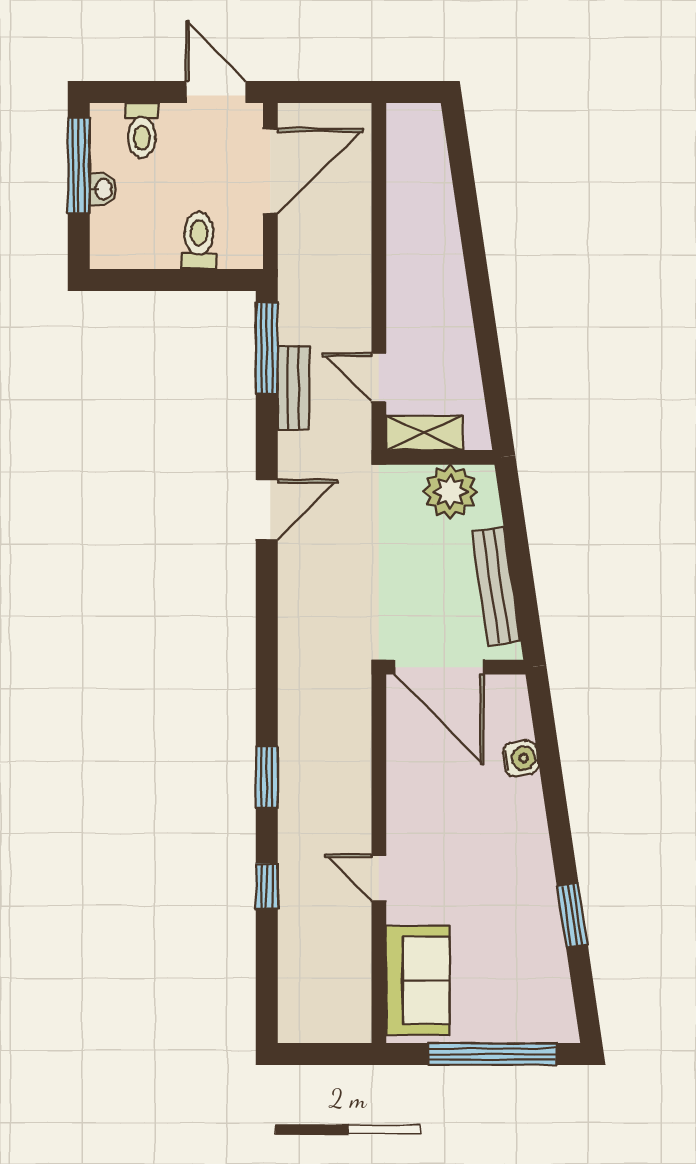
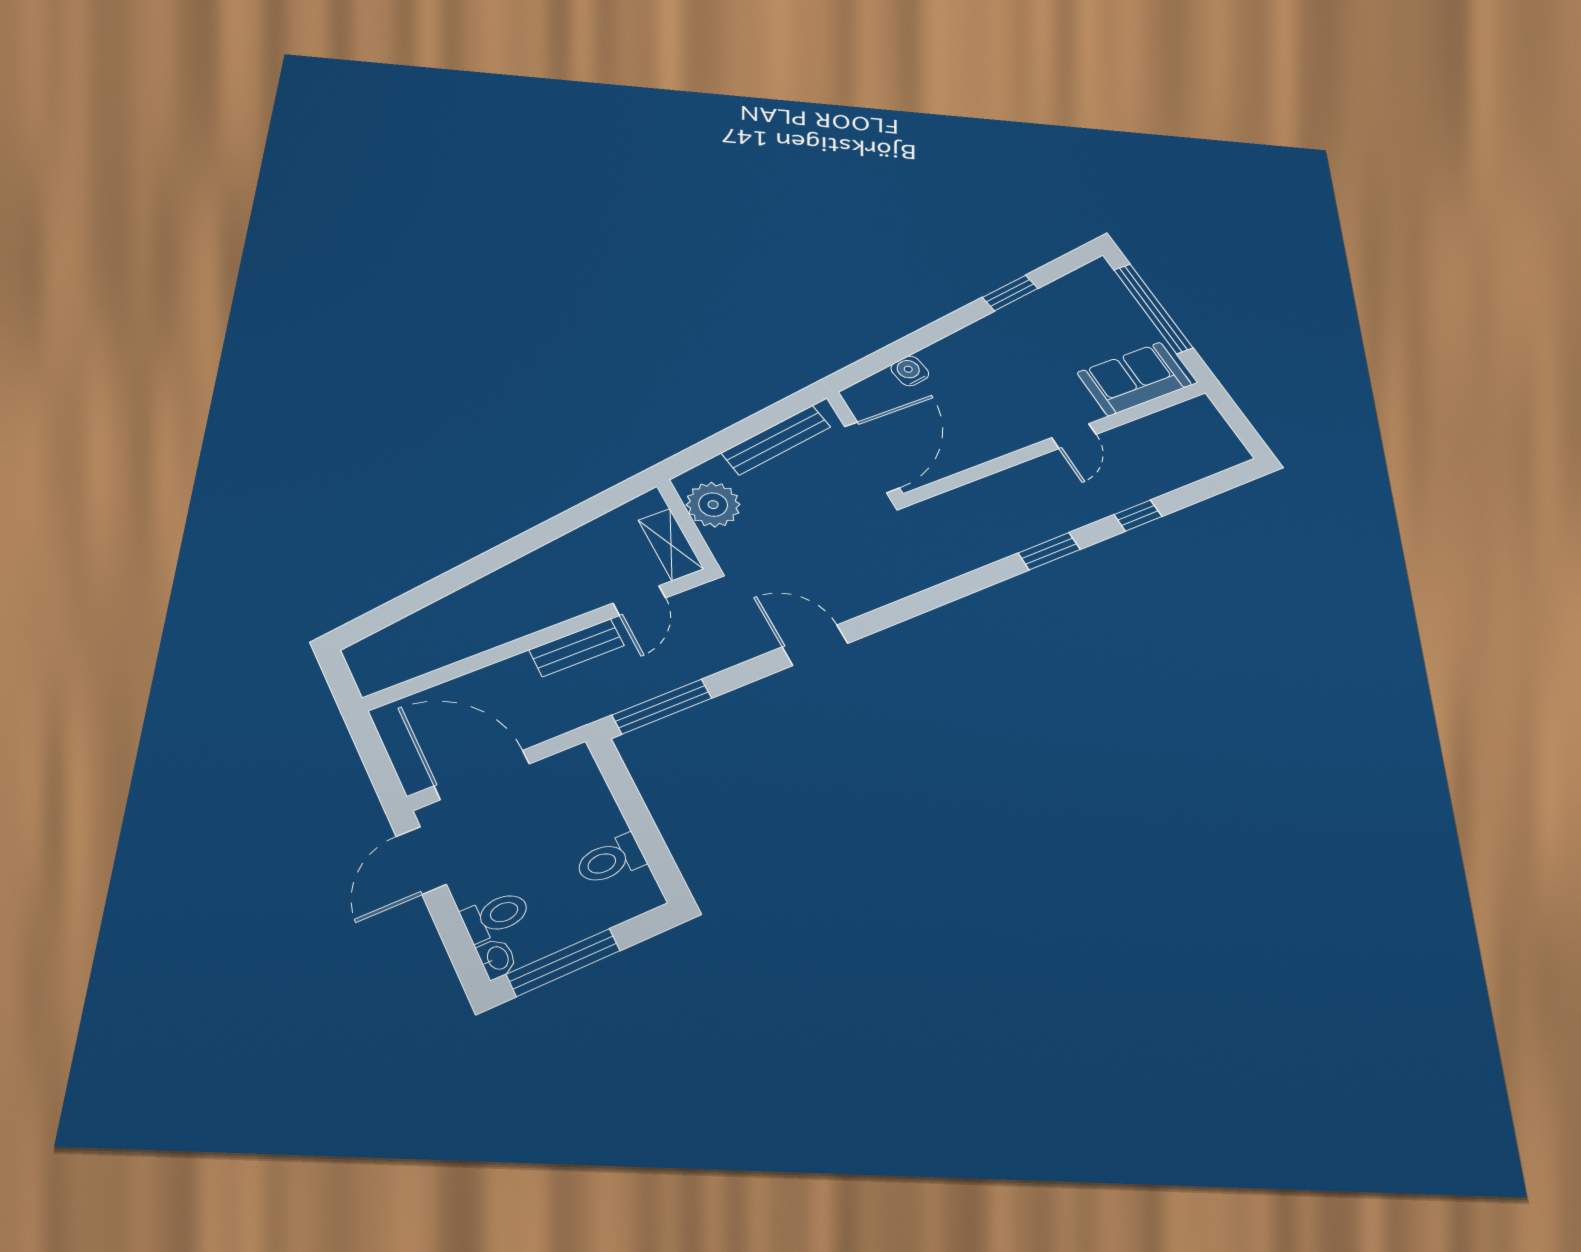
washbasin: (103, 189) -> (497, 958), moved, turned 90
toilet: (199, 241) -> (610, 860), moved
bench: (294, 388) -> (577, 648), moved

